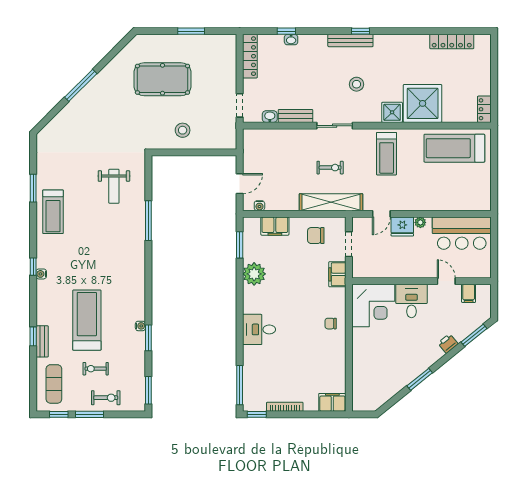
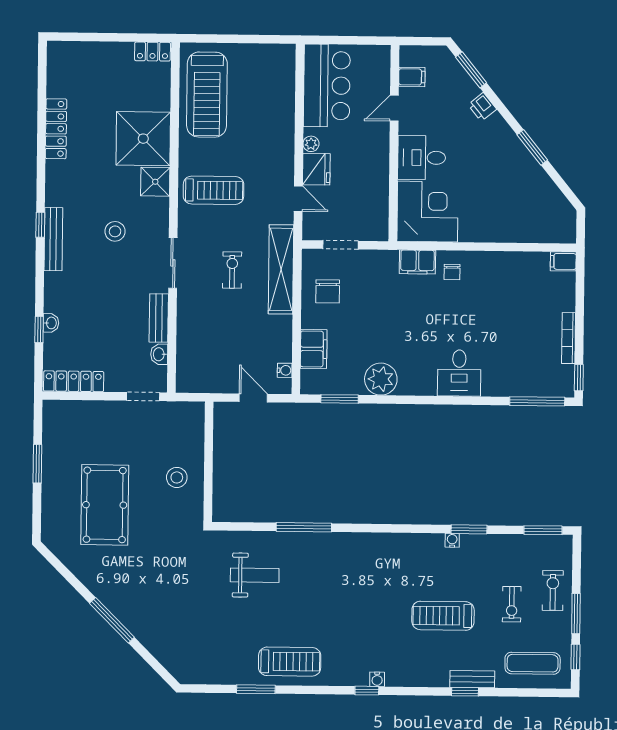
locker: (452, 41) -> (56, 129), moved
filing cabinet: (337, 274) -> (417, 262), moved
treadmill: (87, 320) -> (443, 616), width x0.73, depth x0.73
filing cabinet: (332, 402) -> (563, 261), width x0.50

